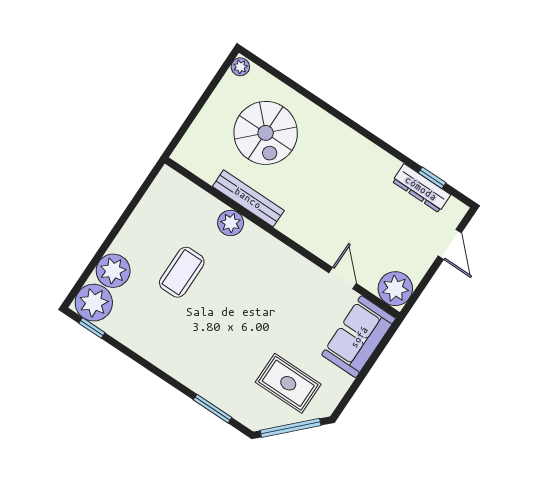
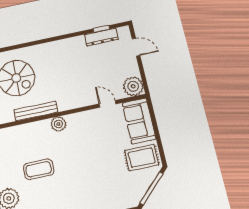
plant: (231, 223) -> (58, 124), moved
coffee table: (182, 272) -> (39, 169), turned 90
rug: (288, 383) -> (142, 158), moved

